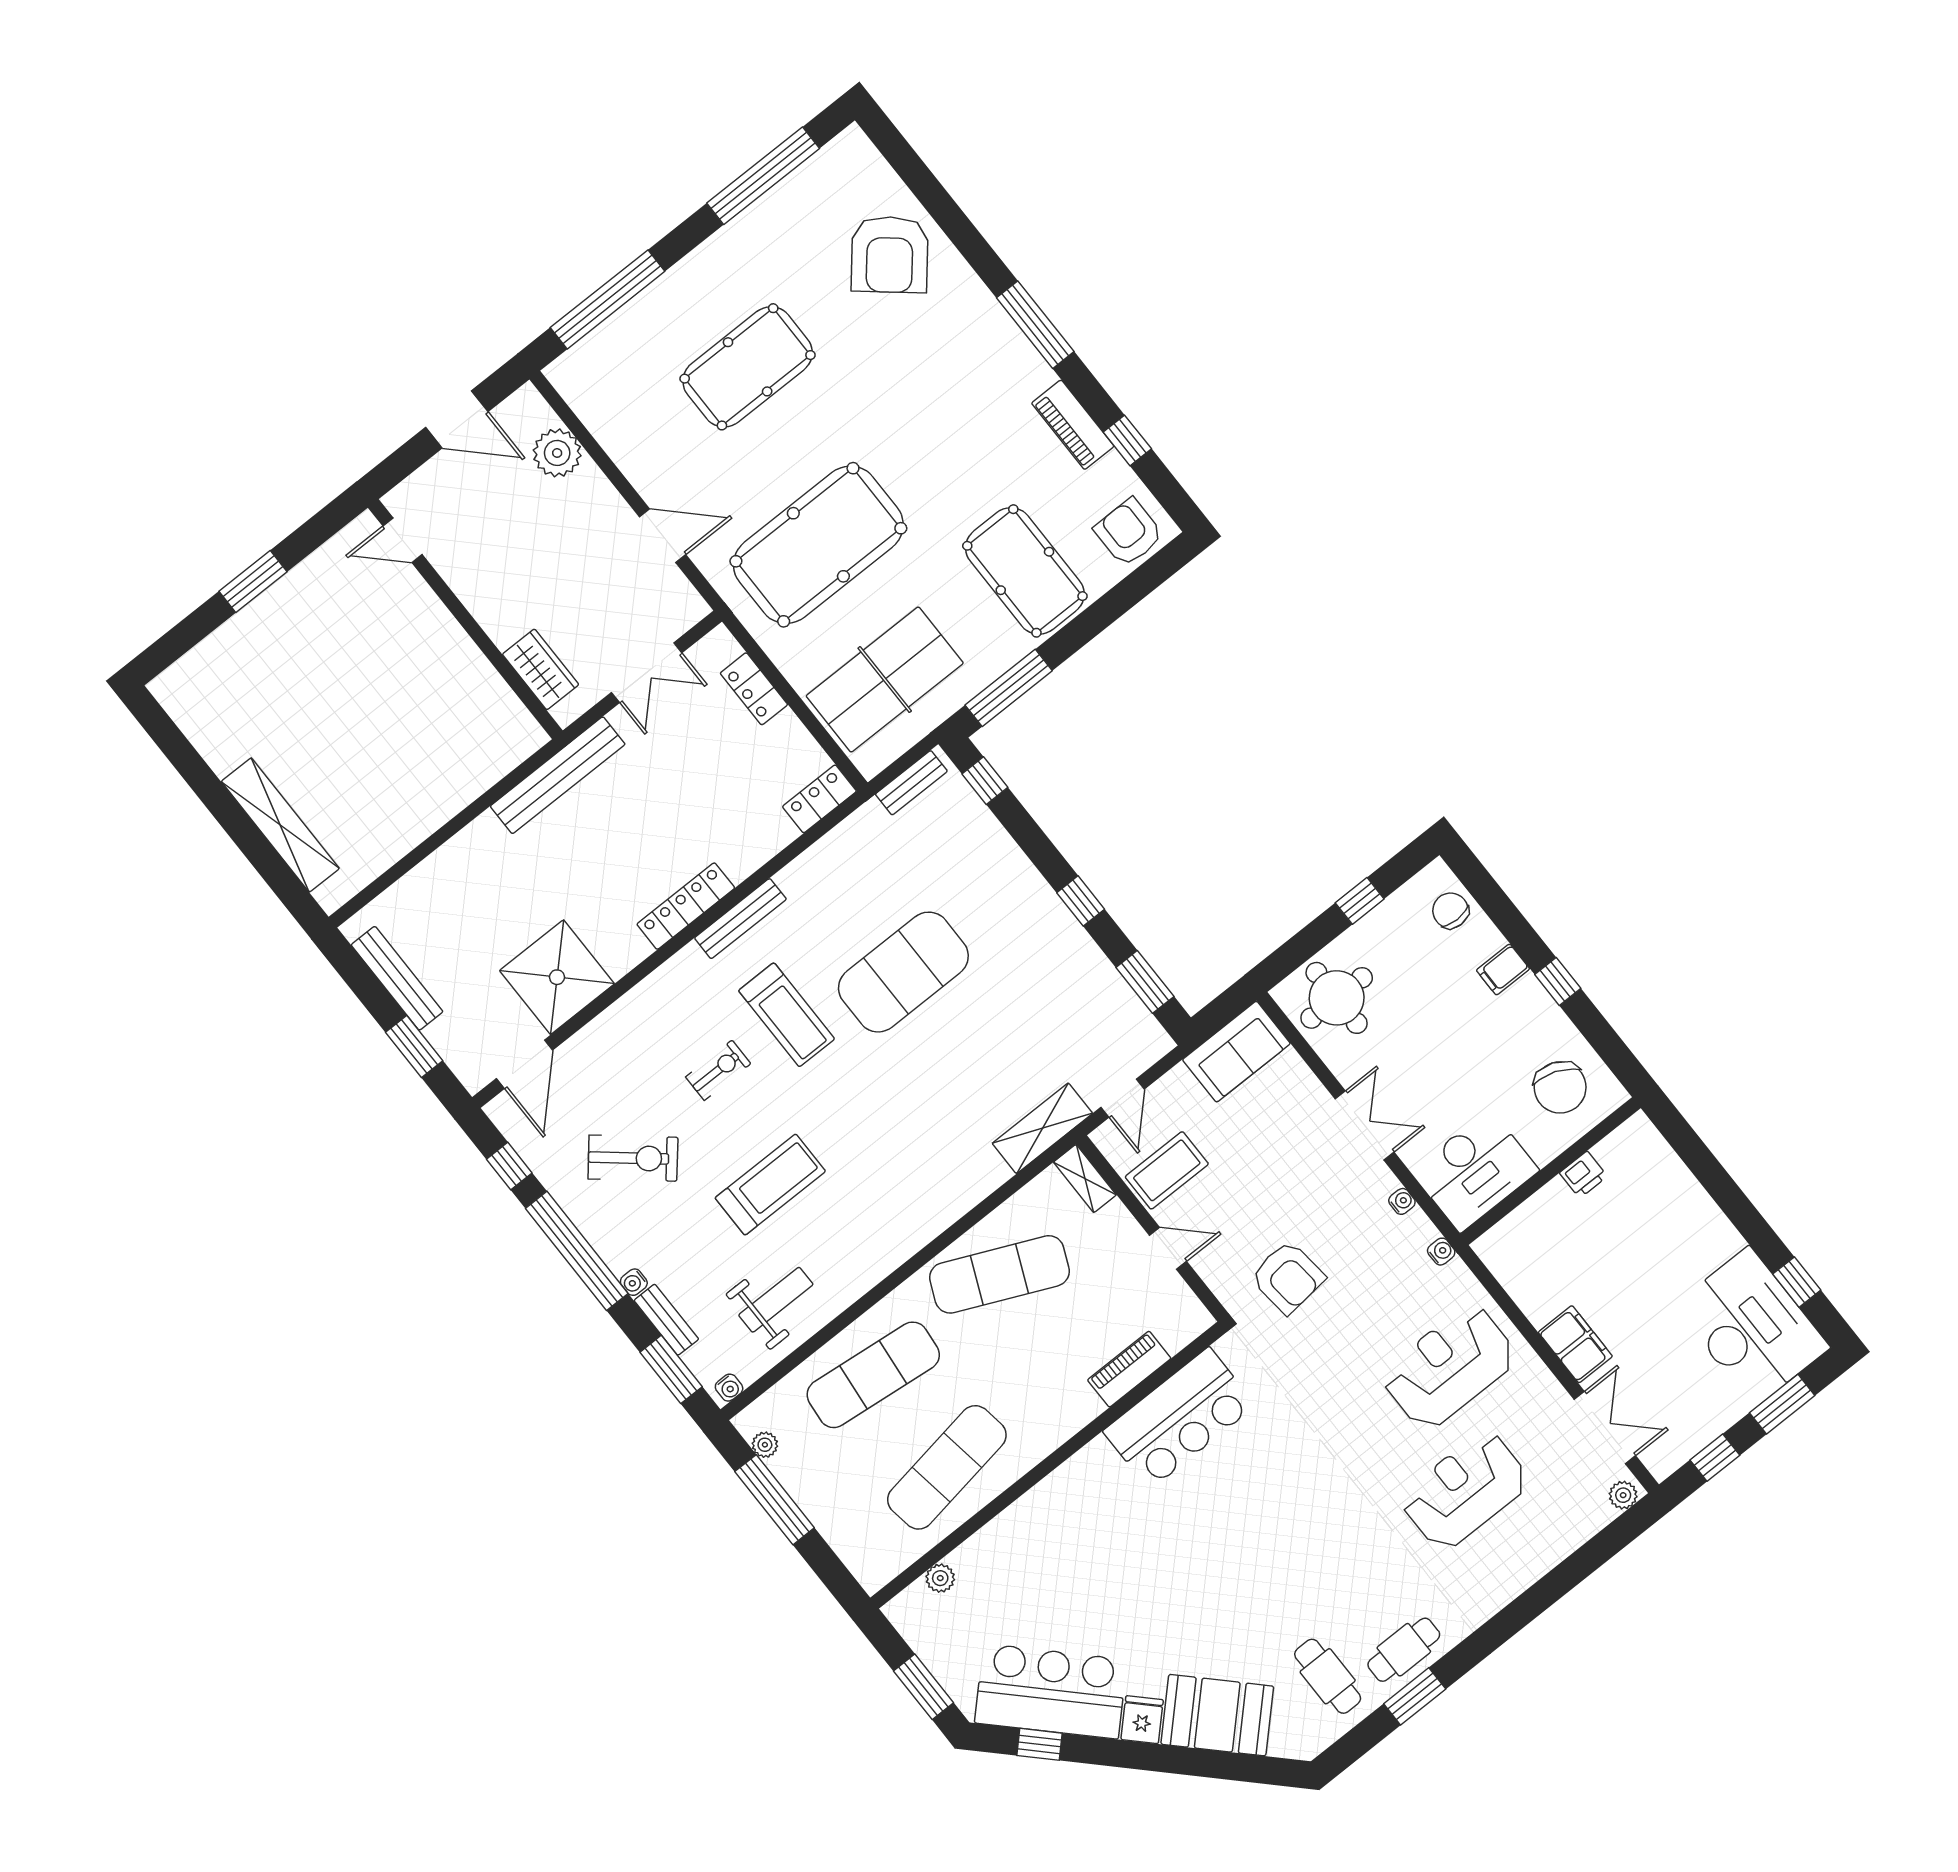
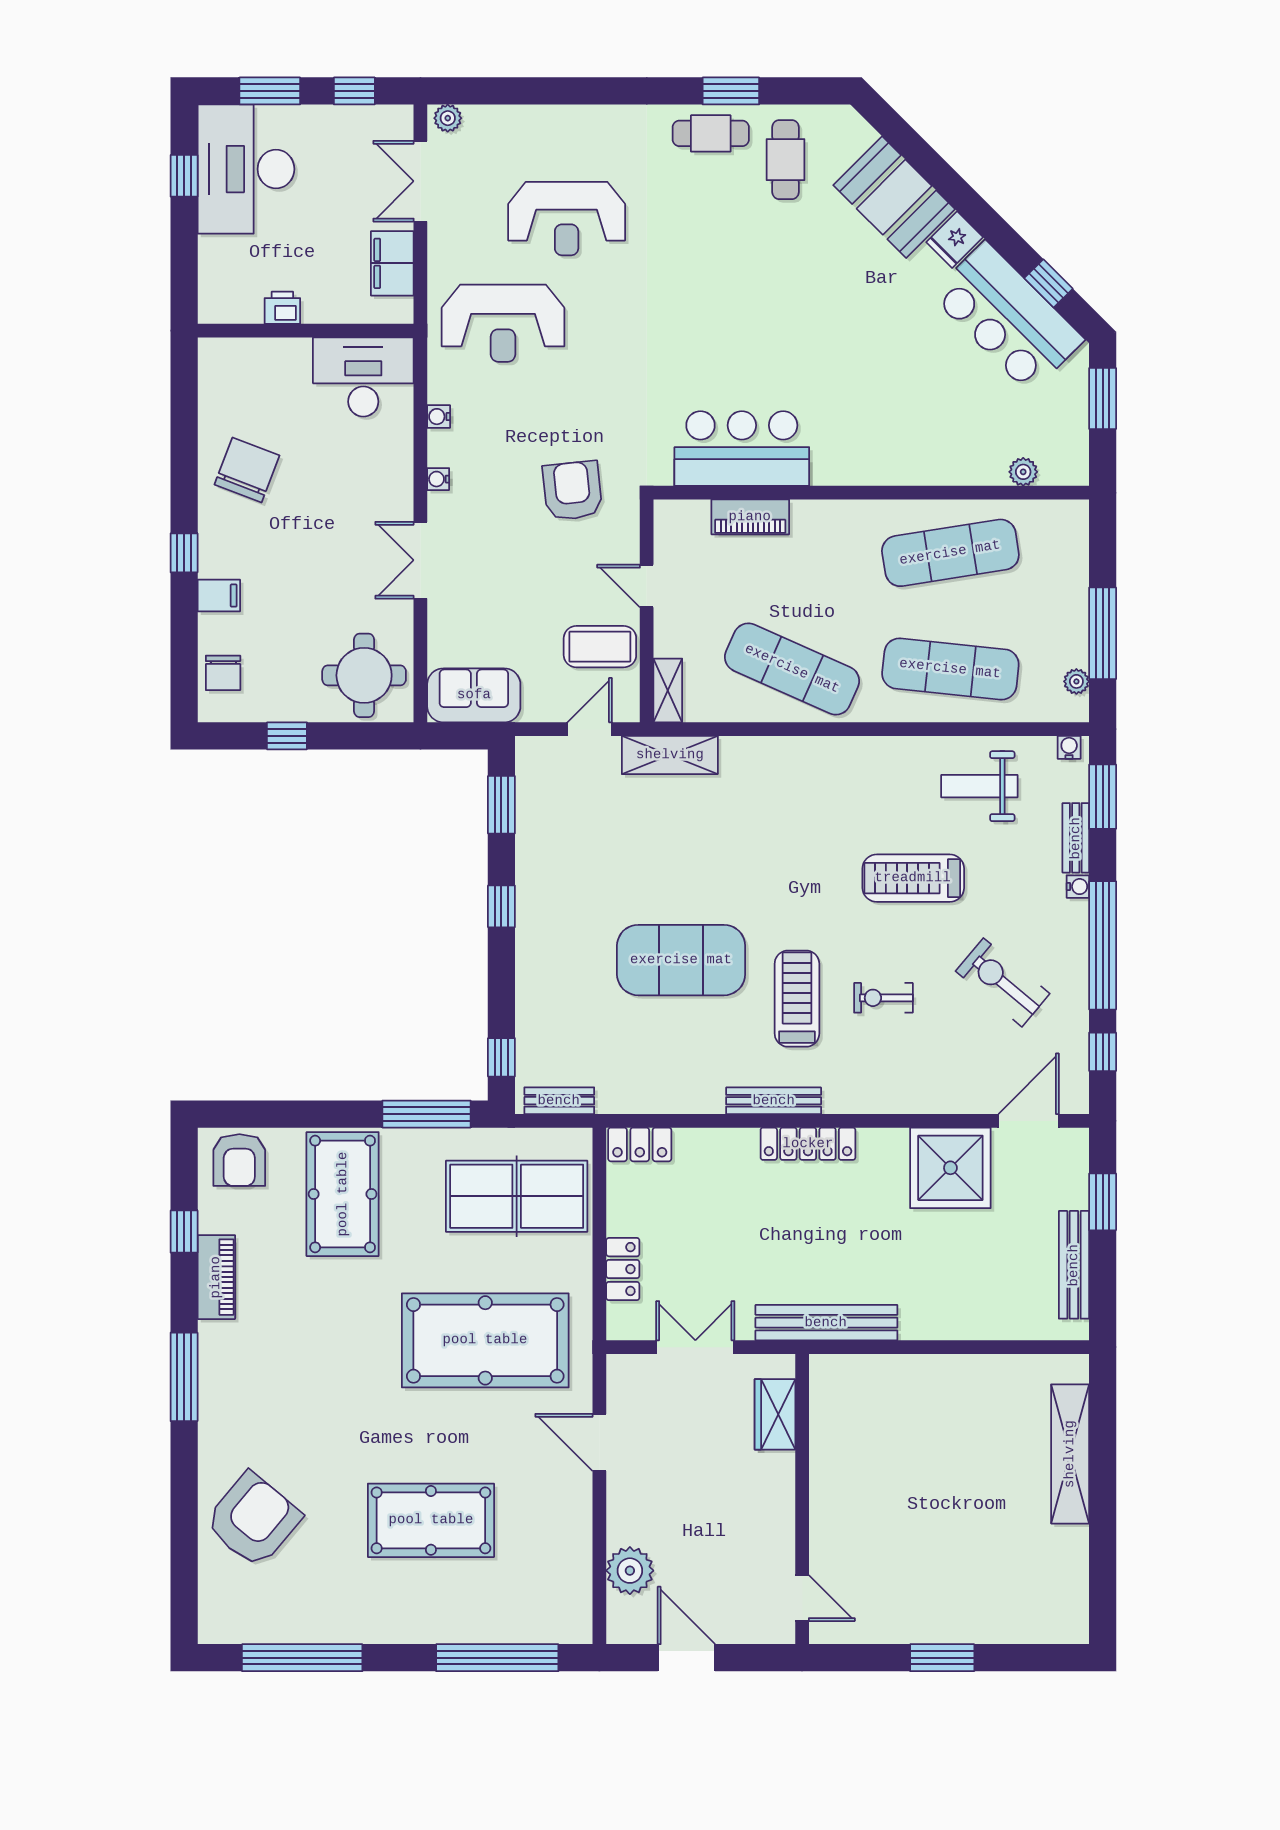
desk: (1475, 1171) -> (363, 377), moved
wall: (1550, 1171) -> (306, 331), moved
printer: (1583, 1175) -> (282, 308), moved

